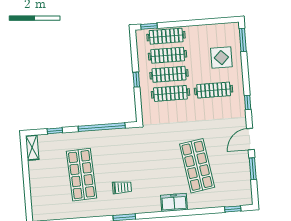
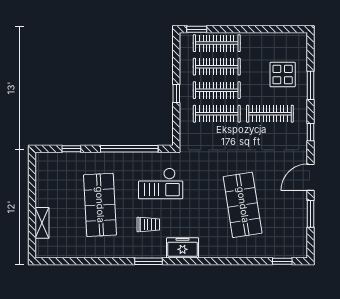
window: (243, 40) -> (311, 85), moved
shelving: (32, 148) -> (42, 223), moved
checkout: (129, 153) -> (161, 183), added
freezer: (174, 202) -> (183, 248), moved

